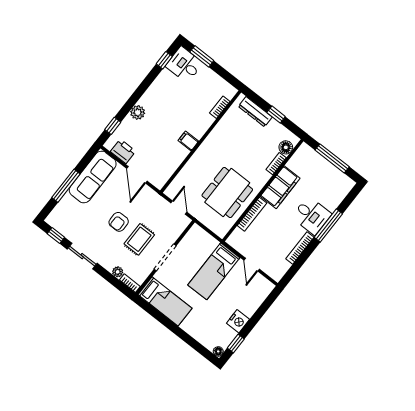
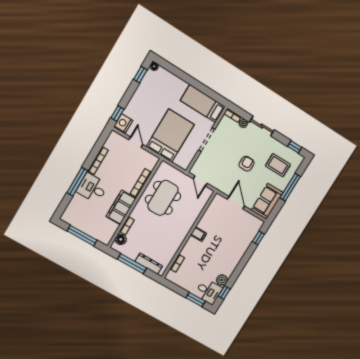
plant: (138, 112) -> (222, 280), moved
window: (276, 115) -> (132, 264), width x2.17
printer: (123, 151) -> (249, 219), removed
sofa: (93, 177) -> (267, 201), width x0.73
rug: (139, 239) -> (278, 165), moved, turned 90
sliding door: (82, 256) -> (262, 126), moved
bed: (214, 271) -> (170, 136), width x1.50
window: (269, 301) -> (117, 114), added
nightstand: (238, 321) -> (124, 123), moved

